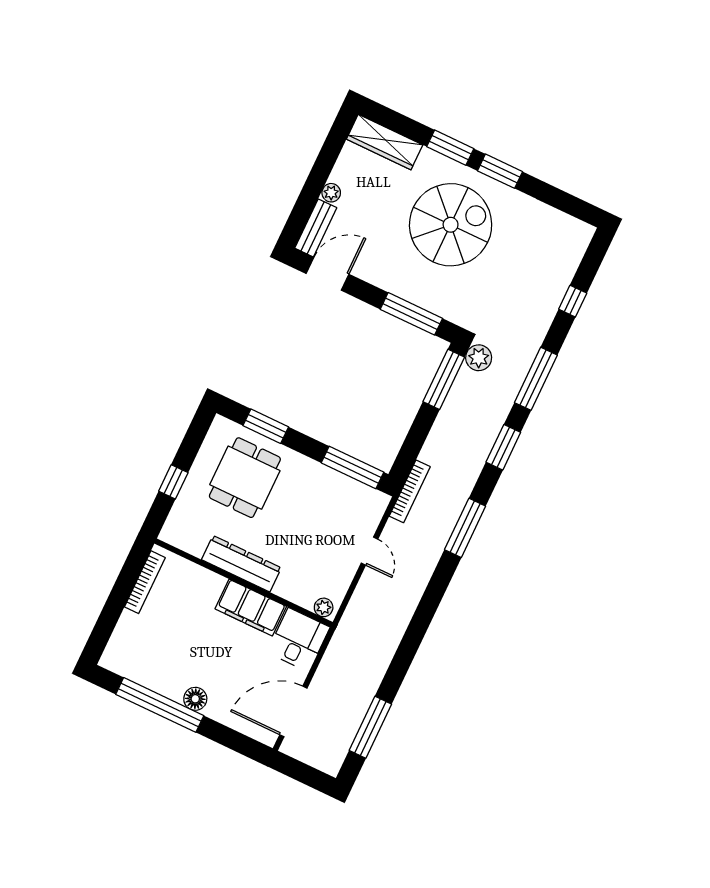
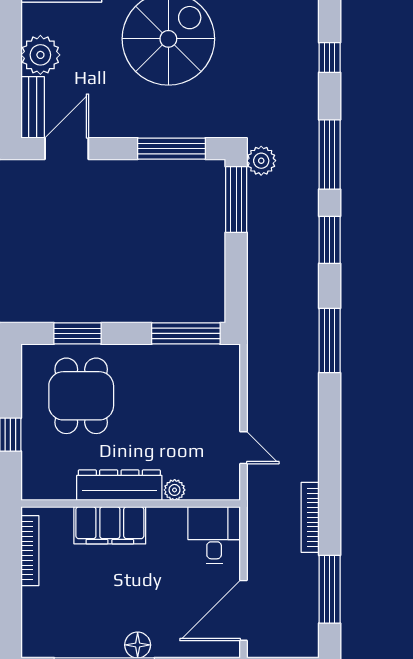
plant: (331, 193) -> (40, 55), width x1.88, depth x1.88
bookcase: (410, 491) -> (310, 517), moved, turned 180
door: (369, 551) -> (244, 448), moved
plant: (324, 607) -> (175, 490), moved
filing cabinet: (251, 608) -> (110, 525), moved

